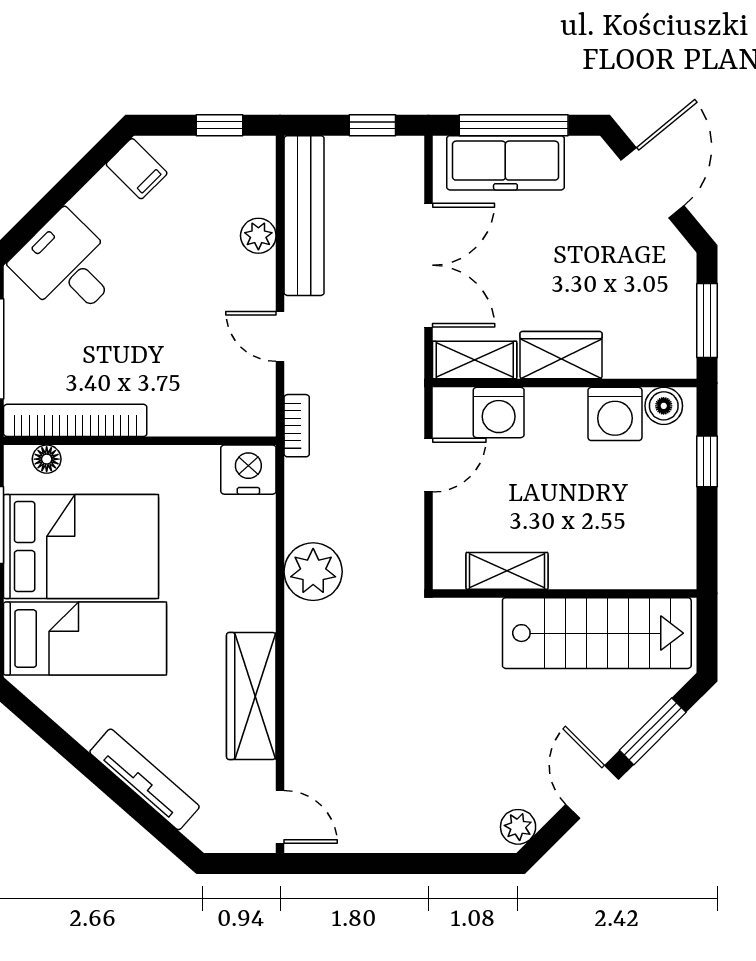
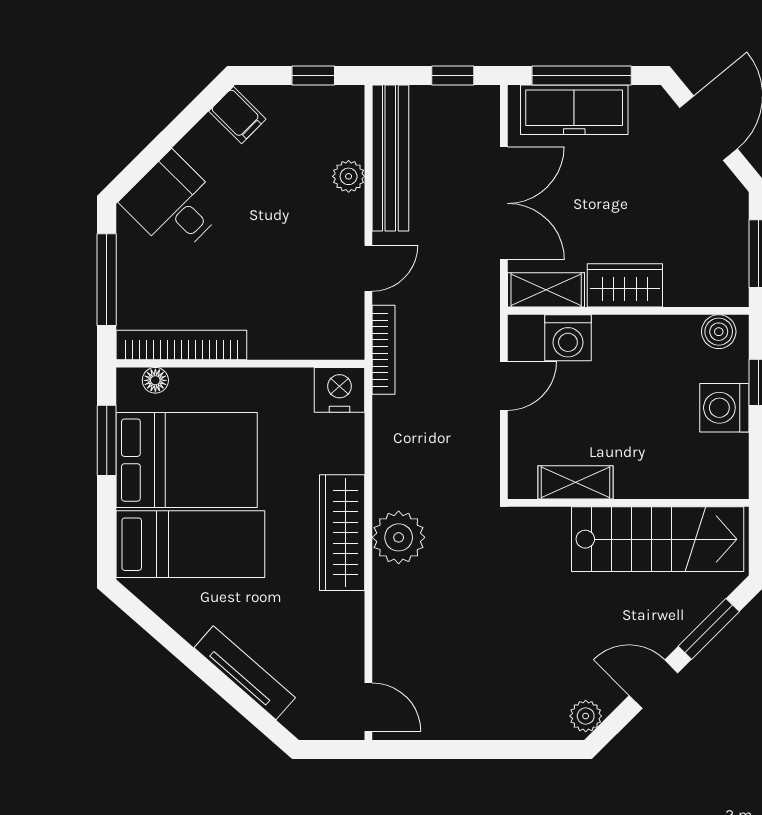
door: (280, 336) -> (368, 268), swing flipped
washing machine: (615, 414) -> (724, 408), moved, turned 90
bookcase: (297, 426) -> (384, 350), width x1.56
plant: (313, 572) -> (399, 537), moved
wardrobe: (251, 696) -> (342, 533), moved
door: (592, 792) -> (653, 684), hinge flipped

